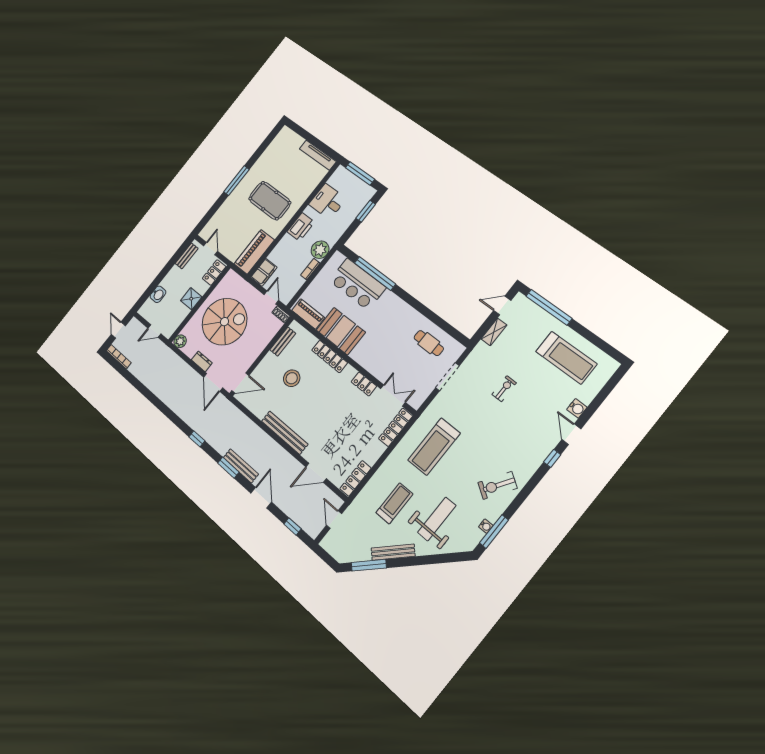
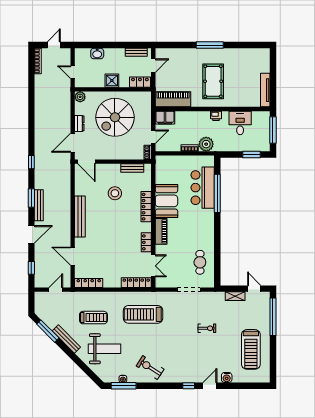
printer: (301, 227) -> (216, 116), width x0.53, depth x0.68
piano: (308, 314) -> (161, 231), moved
spiral stairs: (224, 322) -> (115, 117), turned 90

